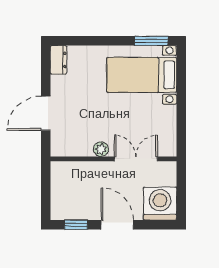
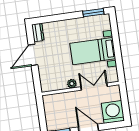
bed with nightstands: (142, 75) -> (93, 51), moved
door: (46, 113) -> (33, 55), moved

